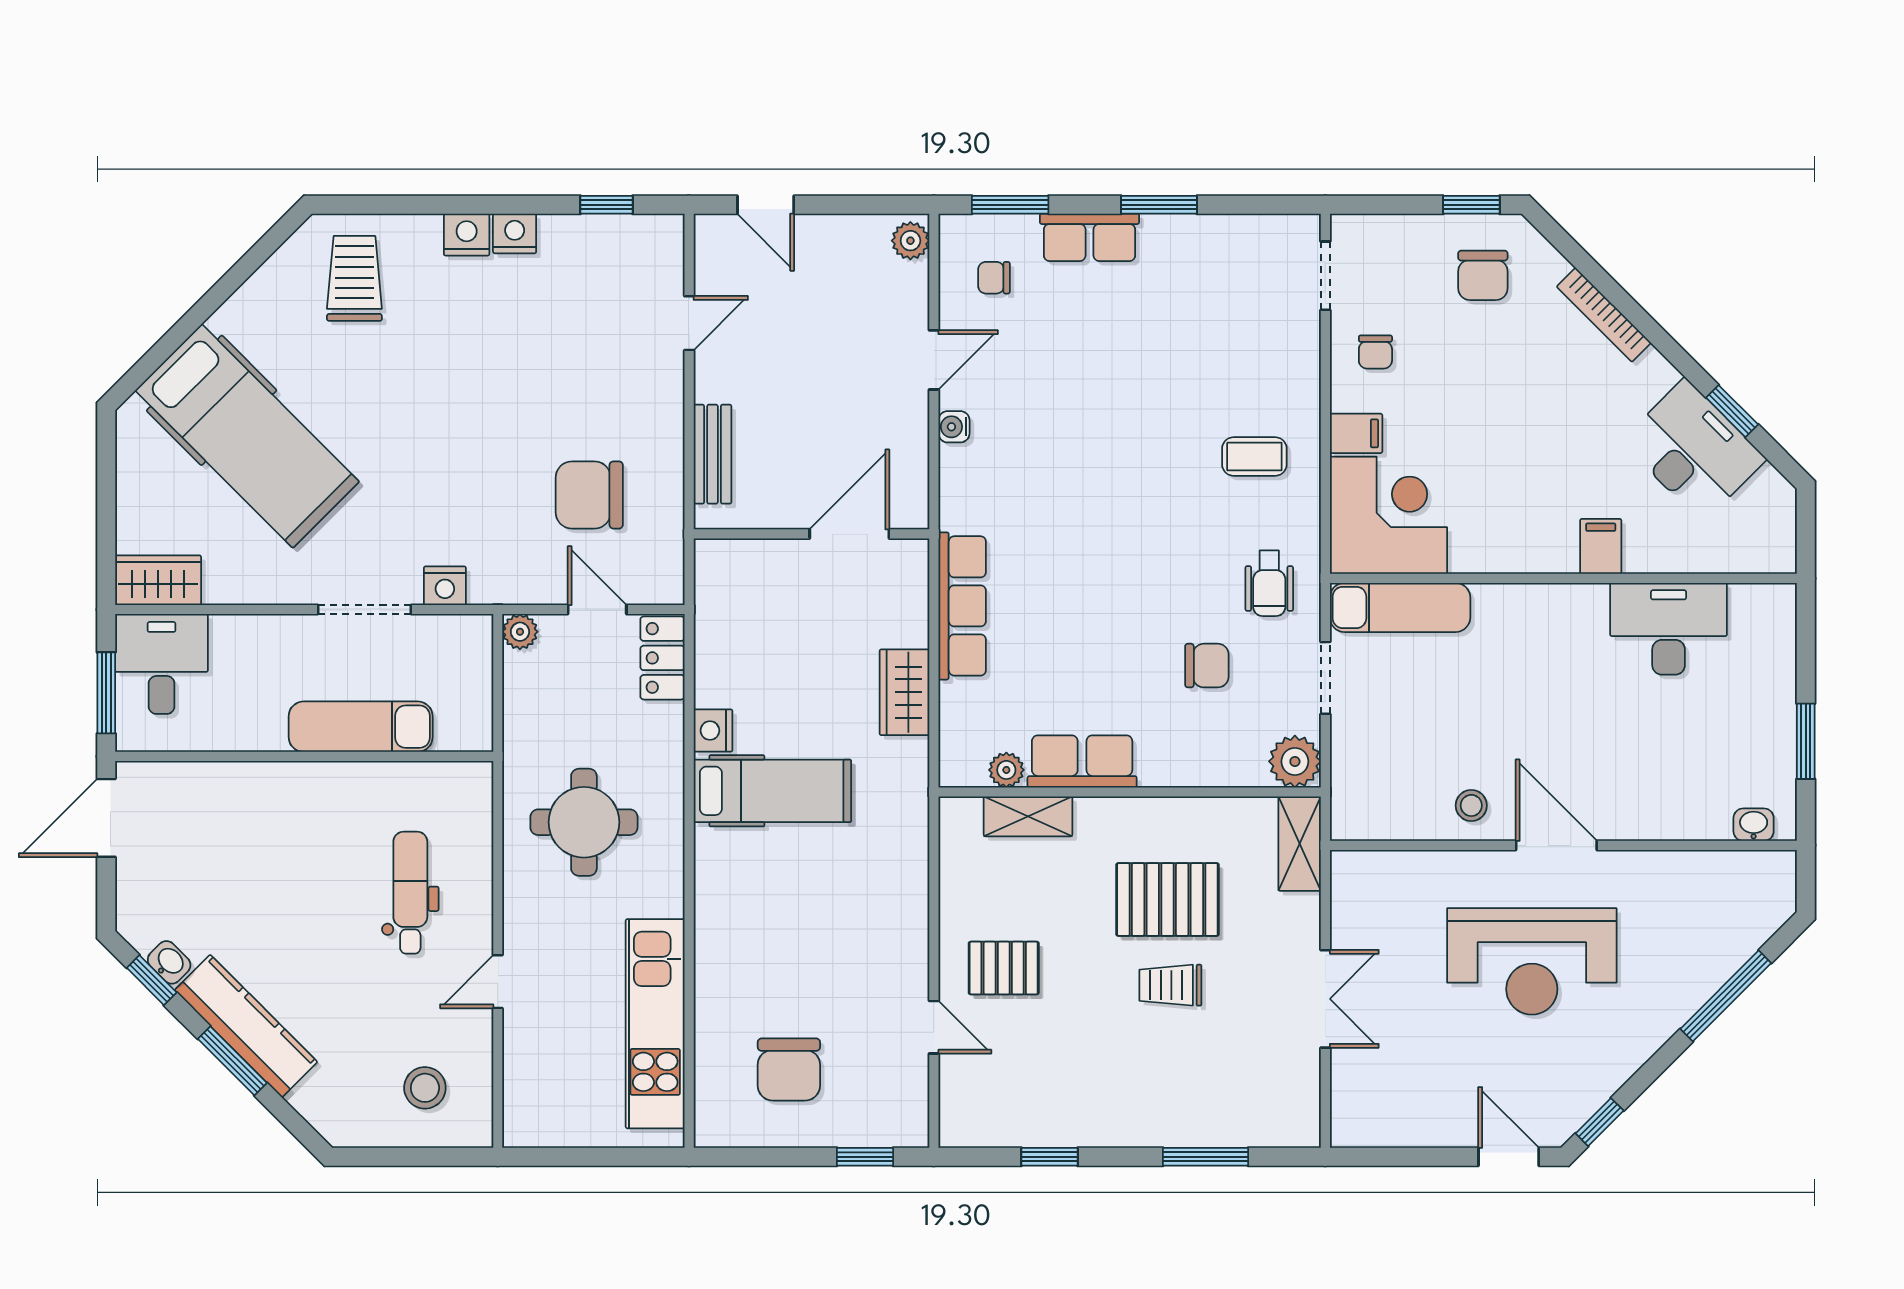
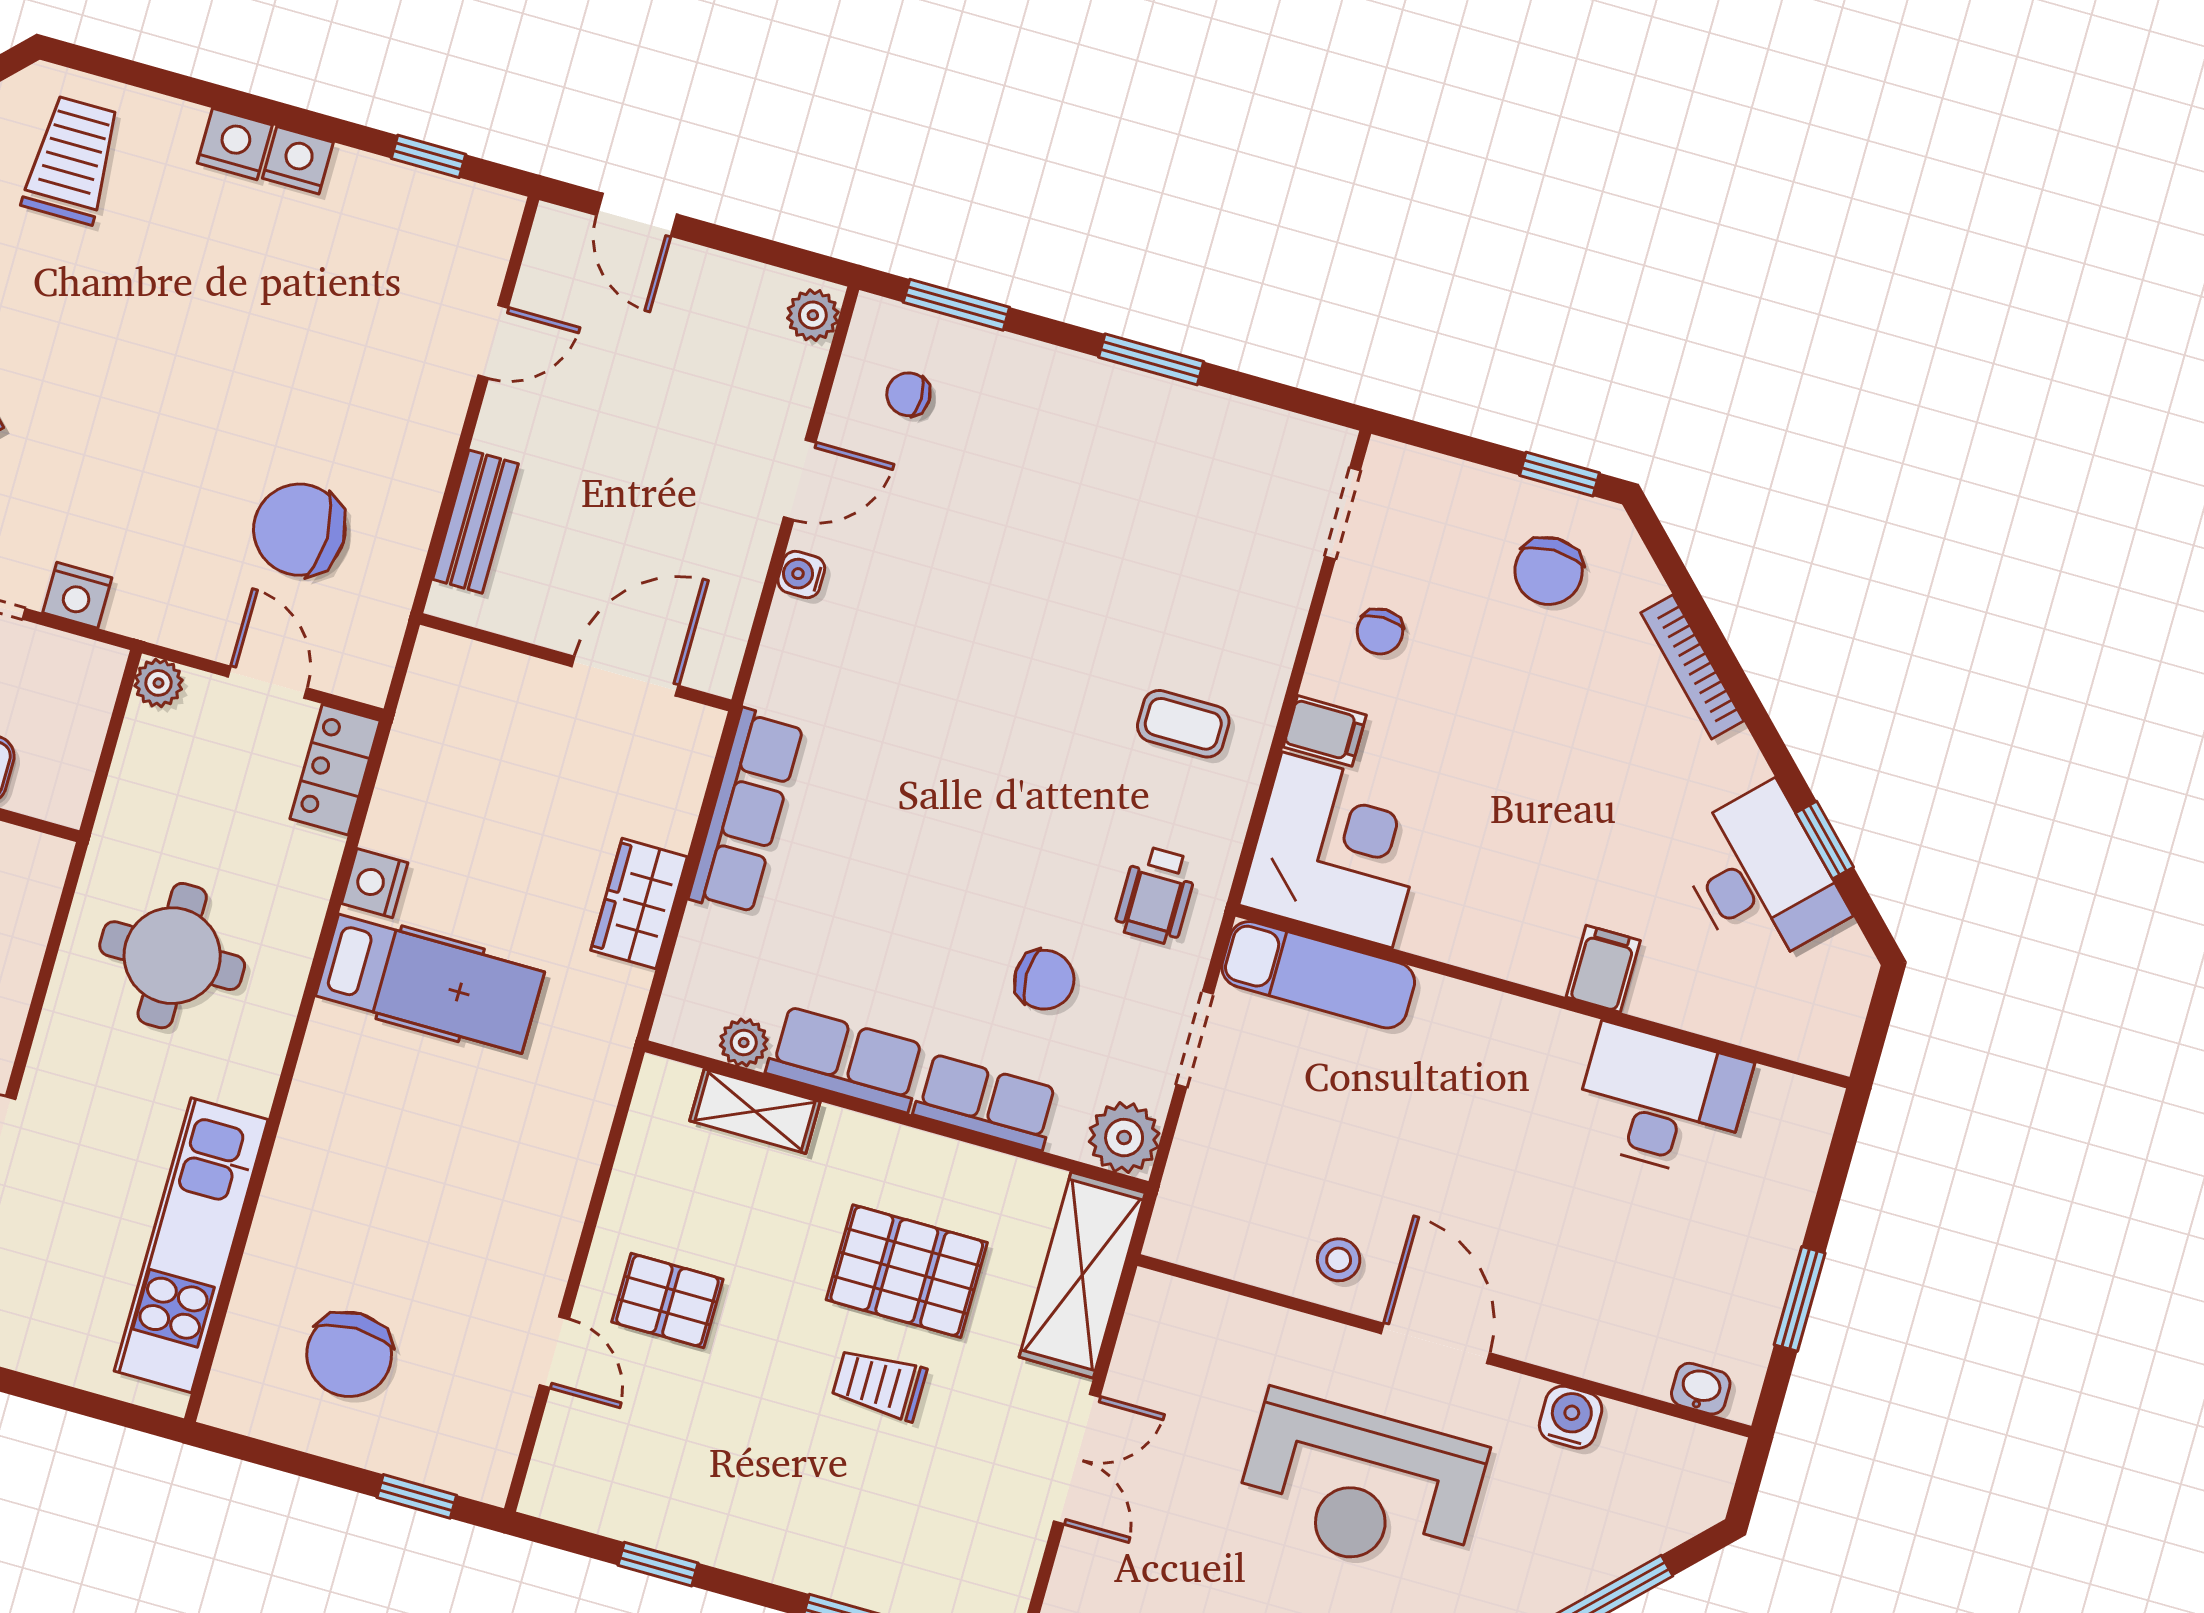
row of seats: (1090, 237) -> (986, 1102), moved, turned 180
shelving: (1300, 844) -> (1082, 1275), width x1.50, depth x1.33
water cooler: (1667, 871) -> (1571, 1417), added

